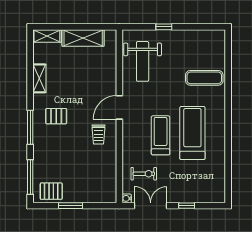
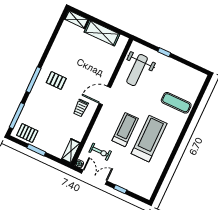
shelving: (39, 78) -> (71, 151), moved

